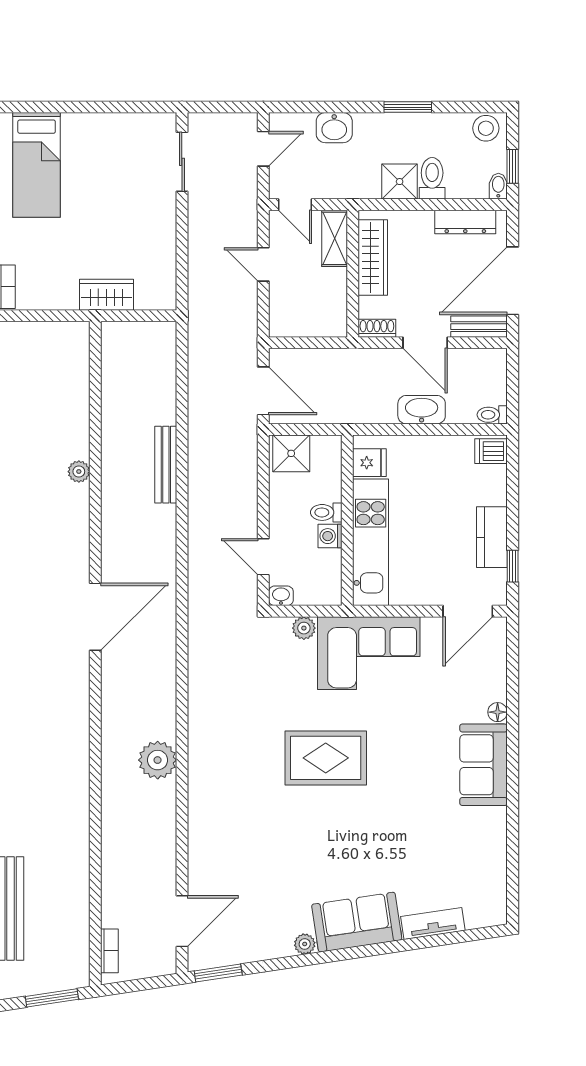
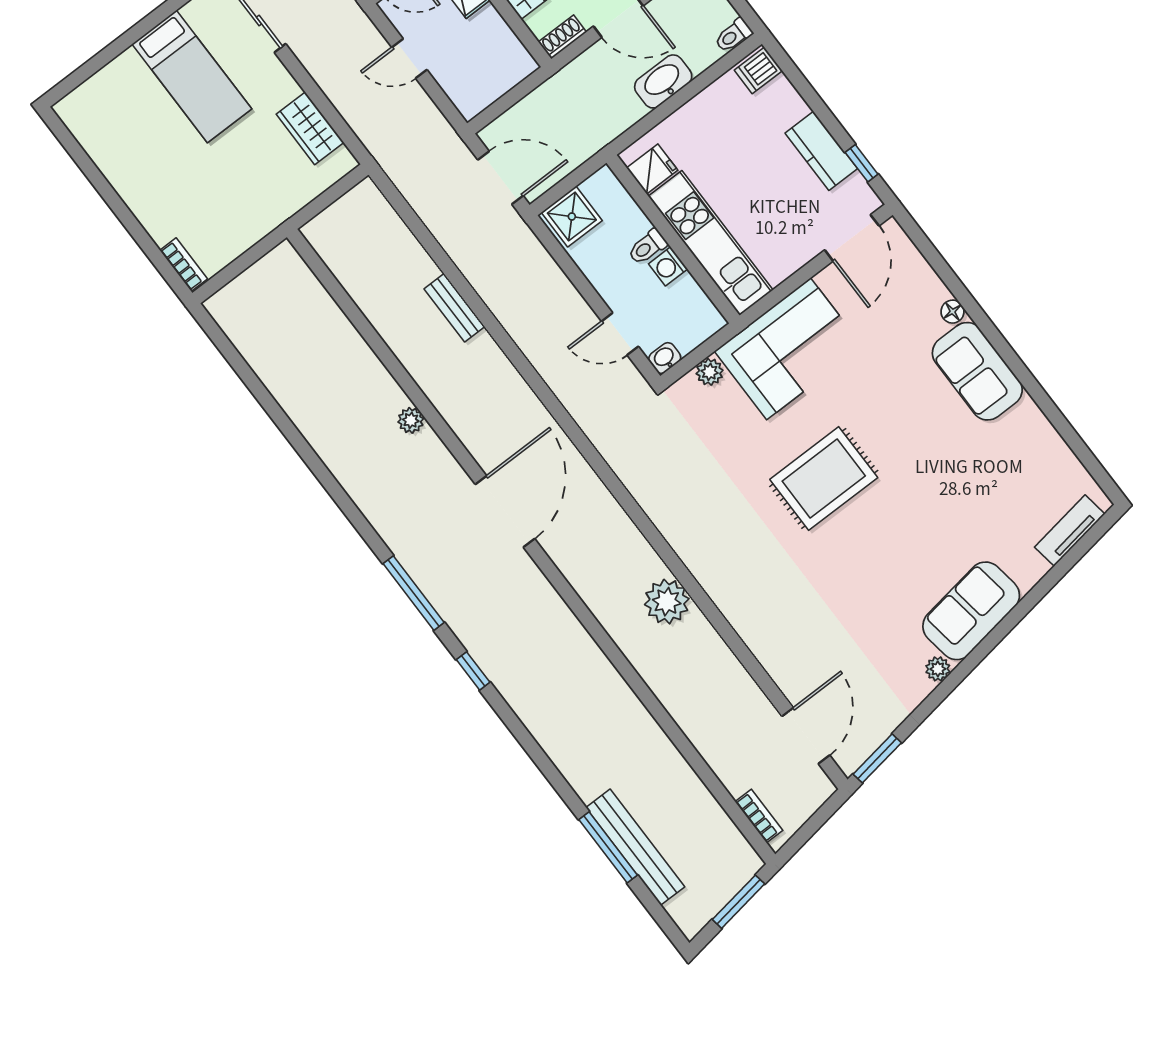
bed: (37, 165) -> (192, 76), moved
wardrobe: (107, 295) -> (310, 128), moved, turned -90
bench: (166, 465) -> (454, 308), width x0.73
plant: (79, 472) -> (411, 420), moved
tv unit: (433, 923) -> (1070, 531), moved

